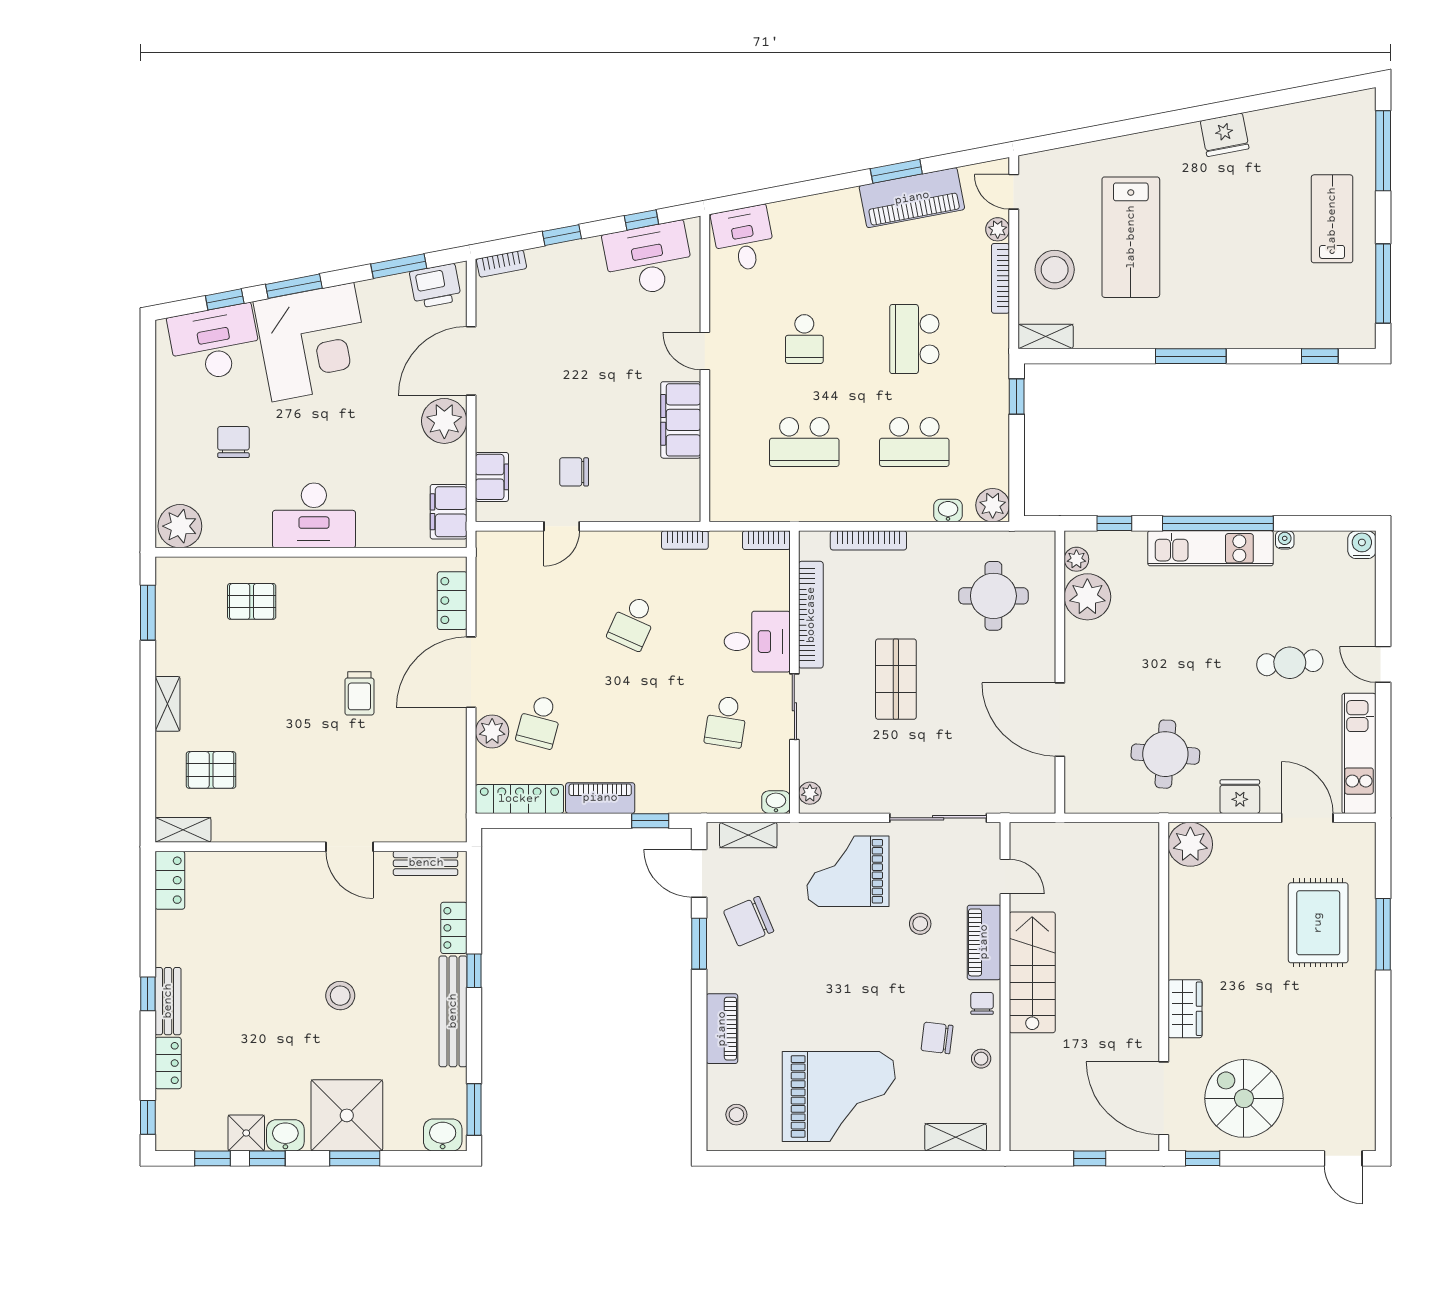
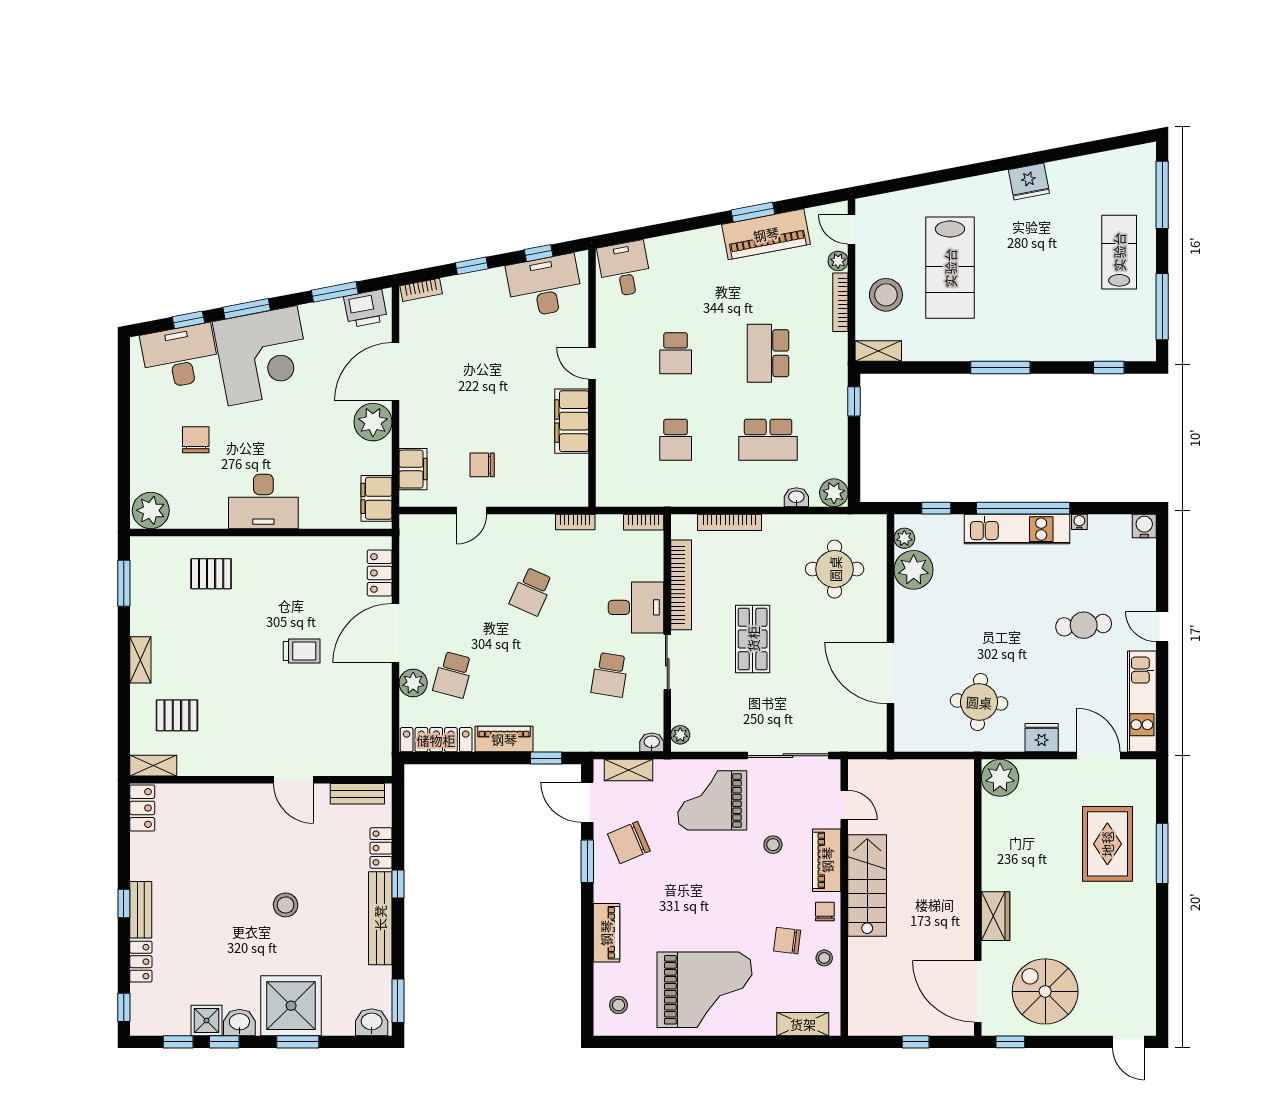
school desk: (804, 442) -> (676, 440), width x0.54
trolley: (359, 693) -> (302, 651), turned -90

